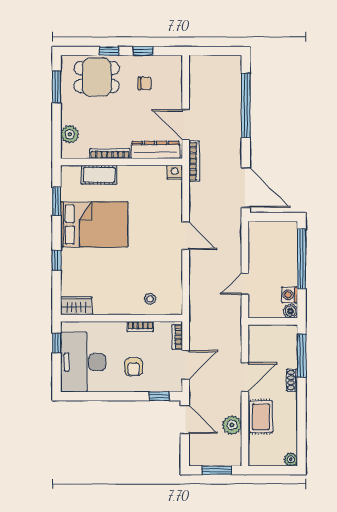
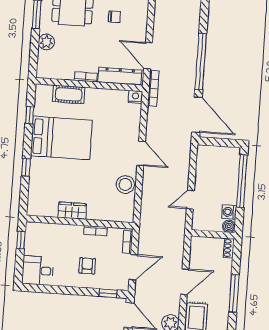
window: (246, 106) -> (201, 61), moved
plant: (70, 134) -> (46, 42), moved
bookcase: (110, 154) -> (86, 77), width x0.64
window: (57, 201) -> (30, 115), width x0.67
stool: (150, 299) -> (125, 184), moved, width x1.89, depth x1.89
wardrobe: (76, 306) -> (72, 211), moved
window: (302, 356) -> (234, 293), moved
desk: (83, 362) -> (38, 270), width x0.53, depth x0.77
armchair: (134, 367) -> (87, 266), turned 180
shoe rack: (292, 380) -> (229, 248), moved

